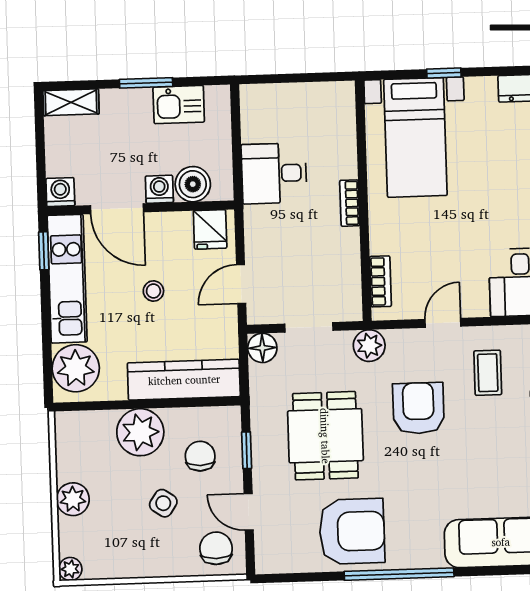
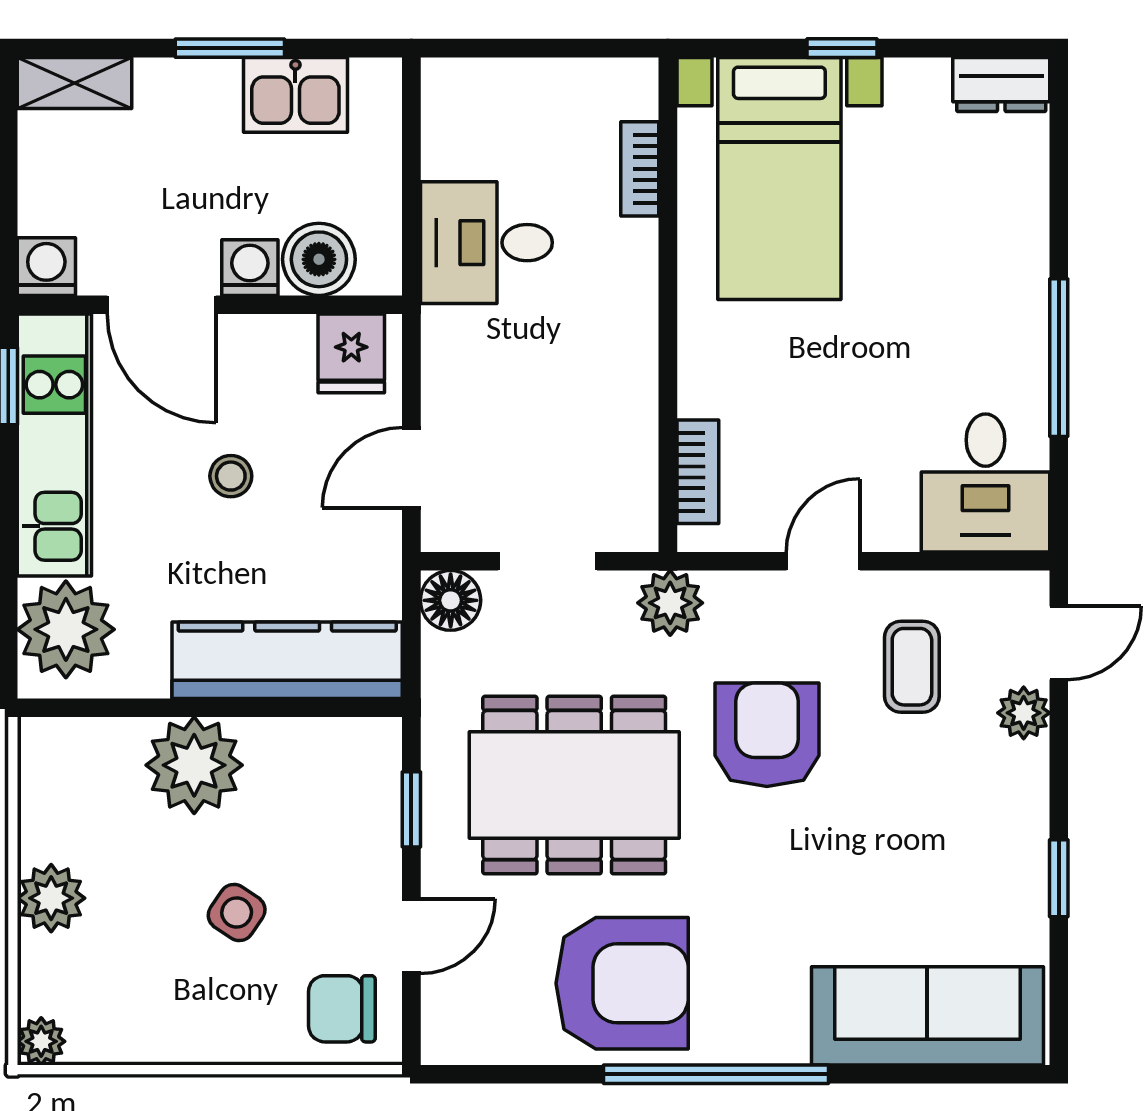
bookcase: (350, 203) -> (640, 169), moved
dining table: (325, 436) -> (574, 785), width x1.38
chair: (200, 456) -> (315, 818), removed
door: (249, 512) -> (411, 936), swing flipped
chair: (216, 548) -> (342, 1009), turned -90

